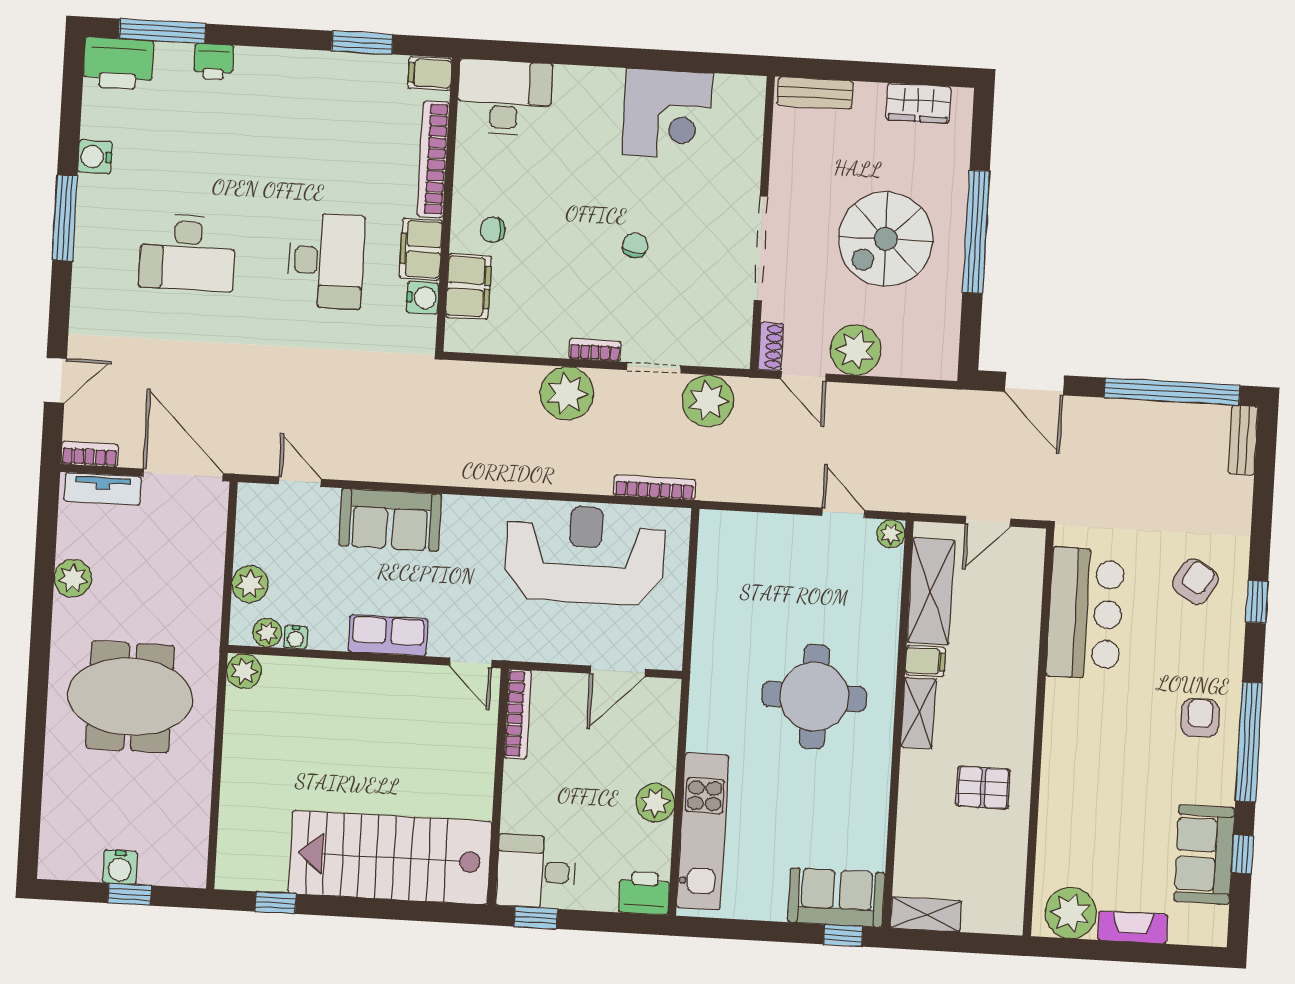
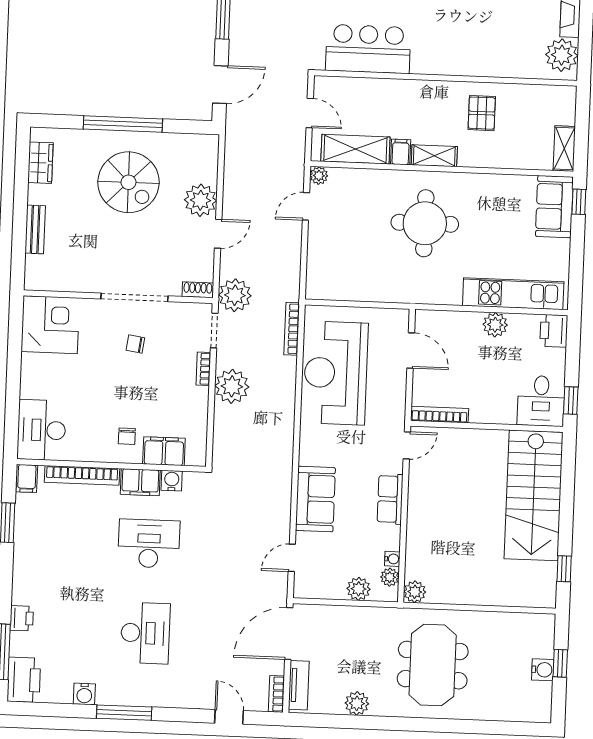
wall: (762, 223) -> (118, 297), moved
doorway: (761, 248) -> (135, 297), moved
shoe rack: (771, 346) -> (198, 290), moved

